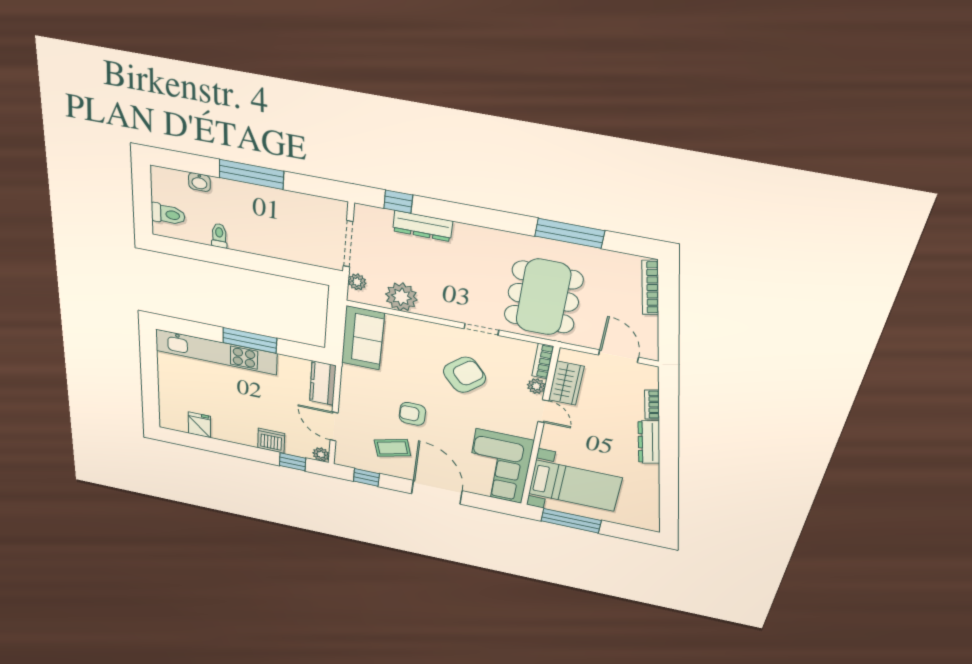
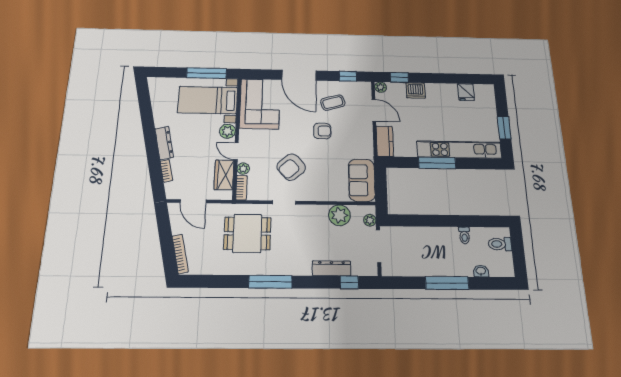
window: (570, 233) -> (270, 282), moved
dining table: (543, 297) -> (247, 233), width x0.73
window: (149, 369) -> (504, 128), added
plant: (552, 440) -> (227, 131), added

